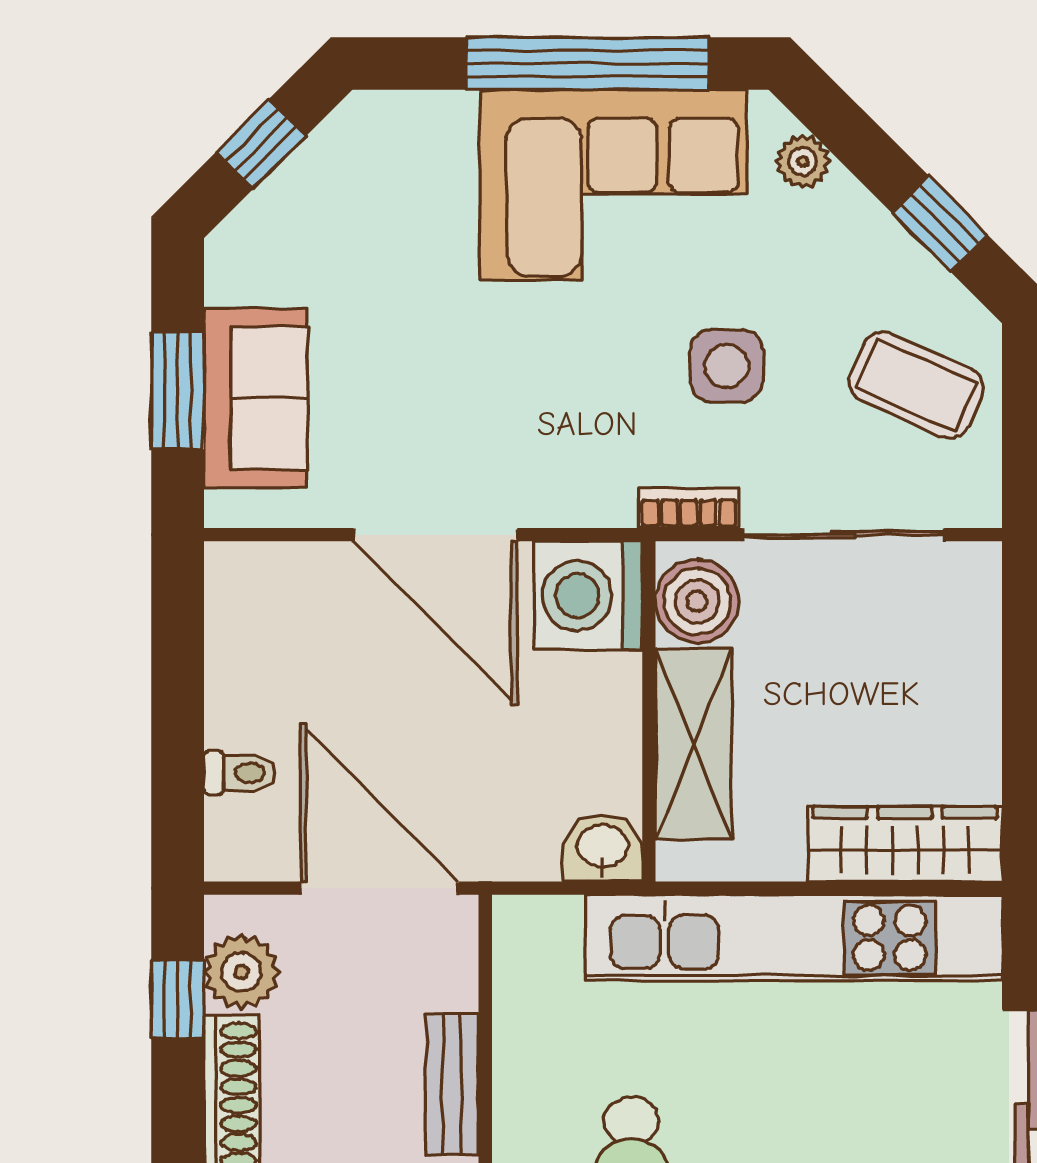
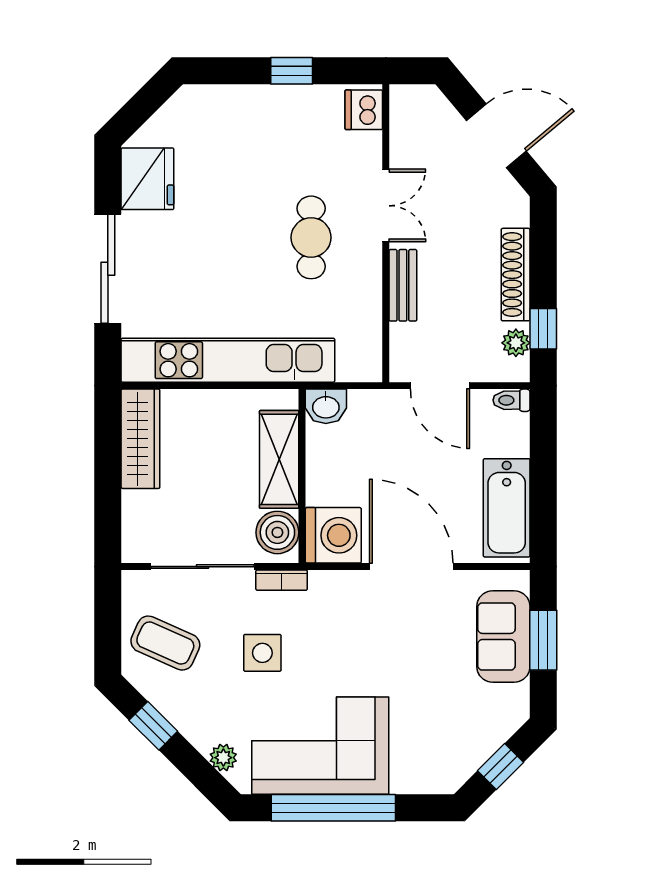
bathtub: (249, 649) -> (507, 508), added
toilet: (240, 773) -> (512, 400), moved
wardrobe: (905, 844) -> (140, 439), moved, turned -90
door: (380, 888) -> (440, 386), width x0.73
plant: (241, 972) -> (516, 343), width x0.73, depth x0.73

